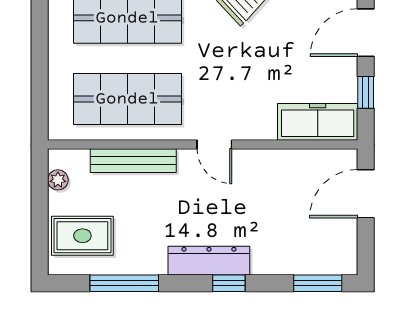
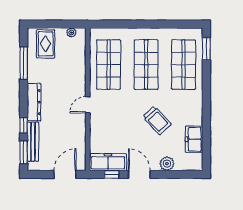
freezer: (318, 122) -> (108, 162), moved, turned -90
bench: (133, 161) -> (33, 142), moved
door: (366, 194) -> (65, 174), hinge flipped
window: (229, 283) -> (24, 125), moved

